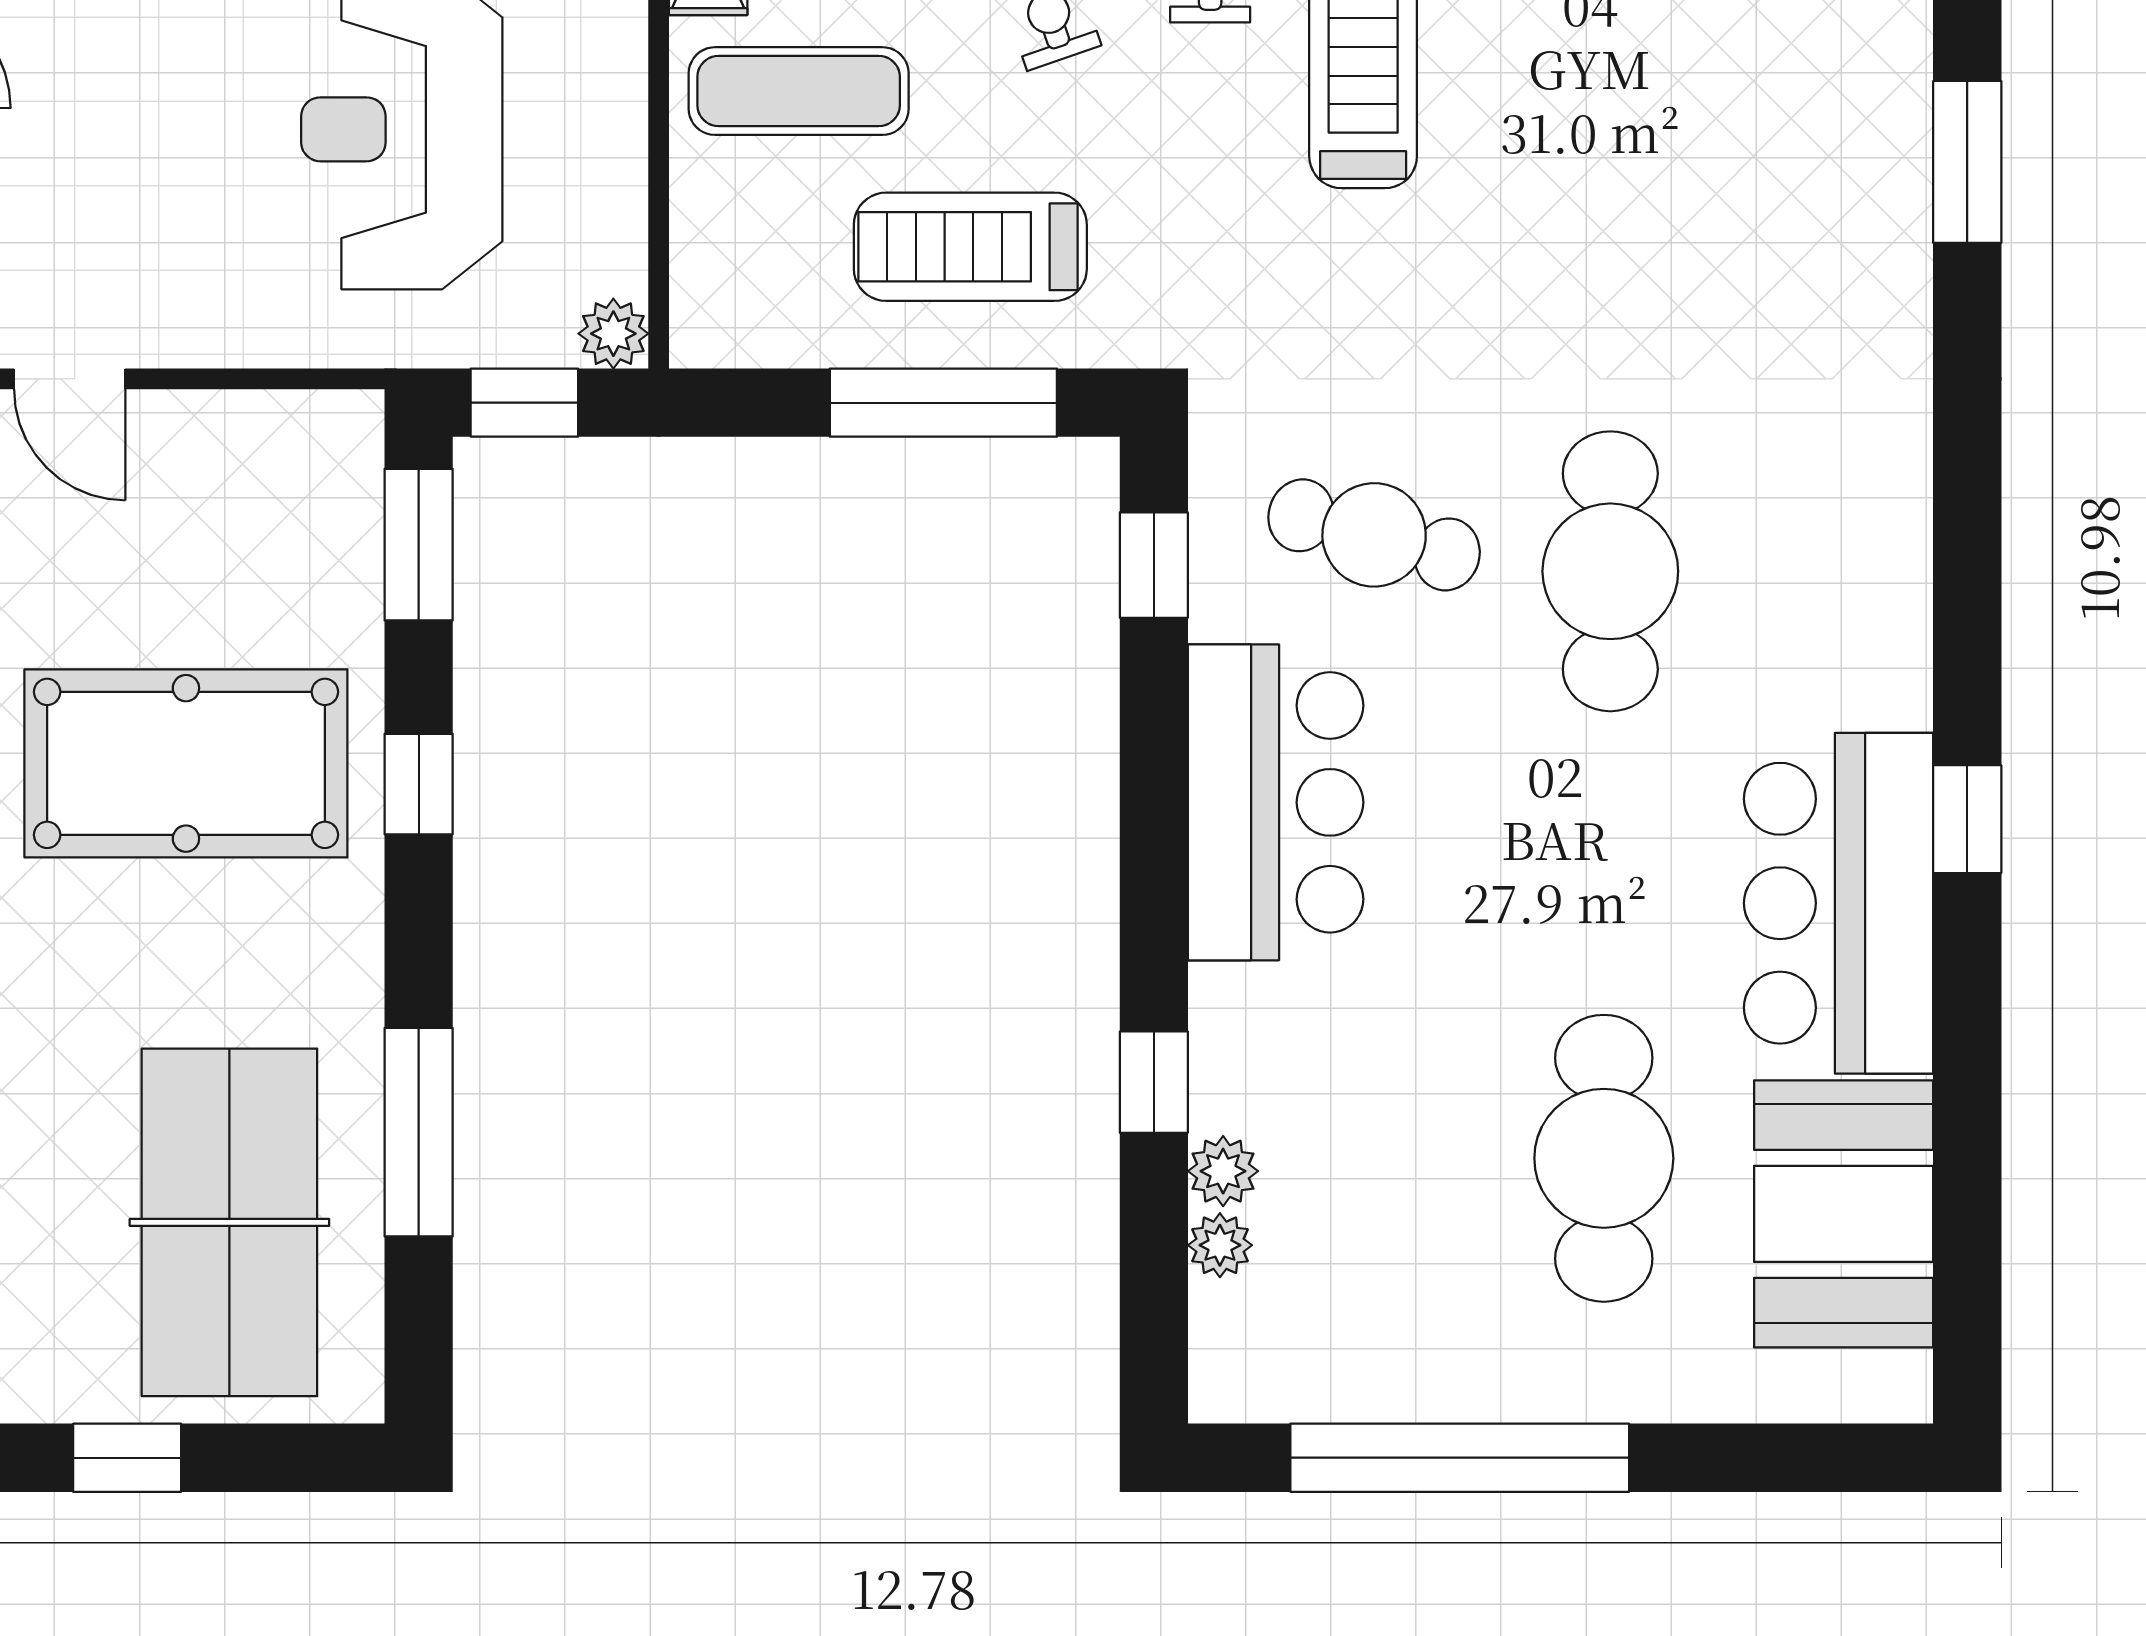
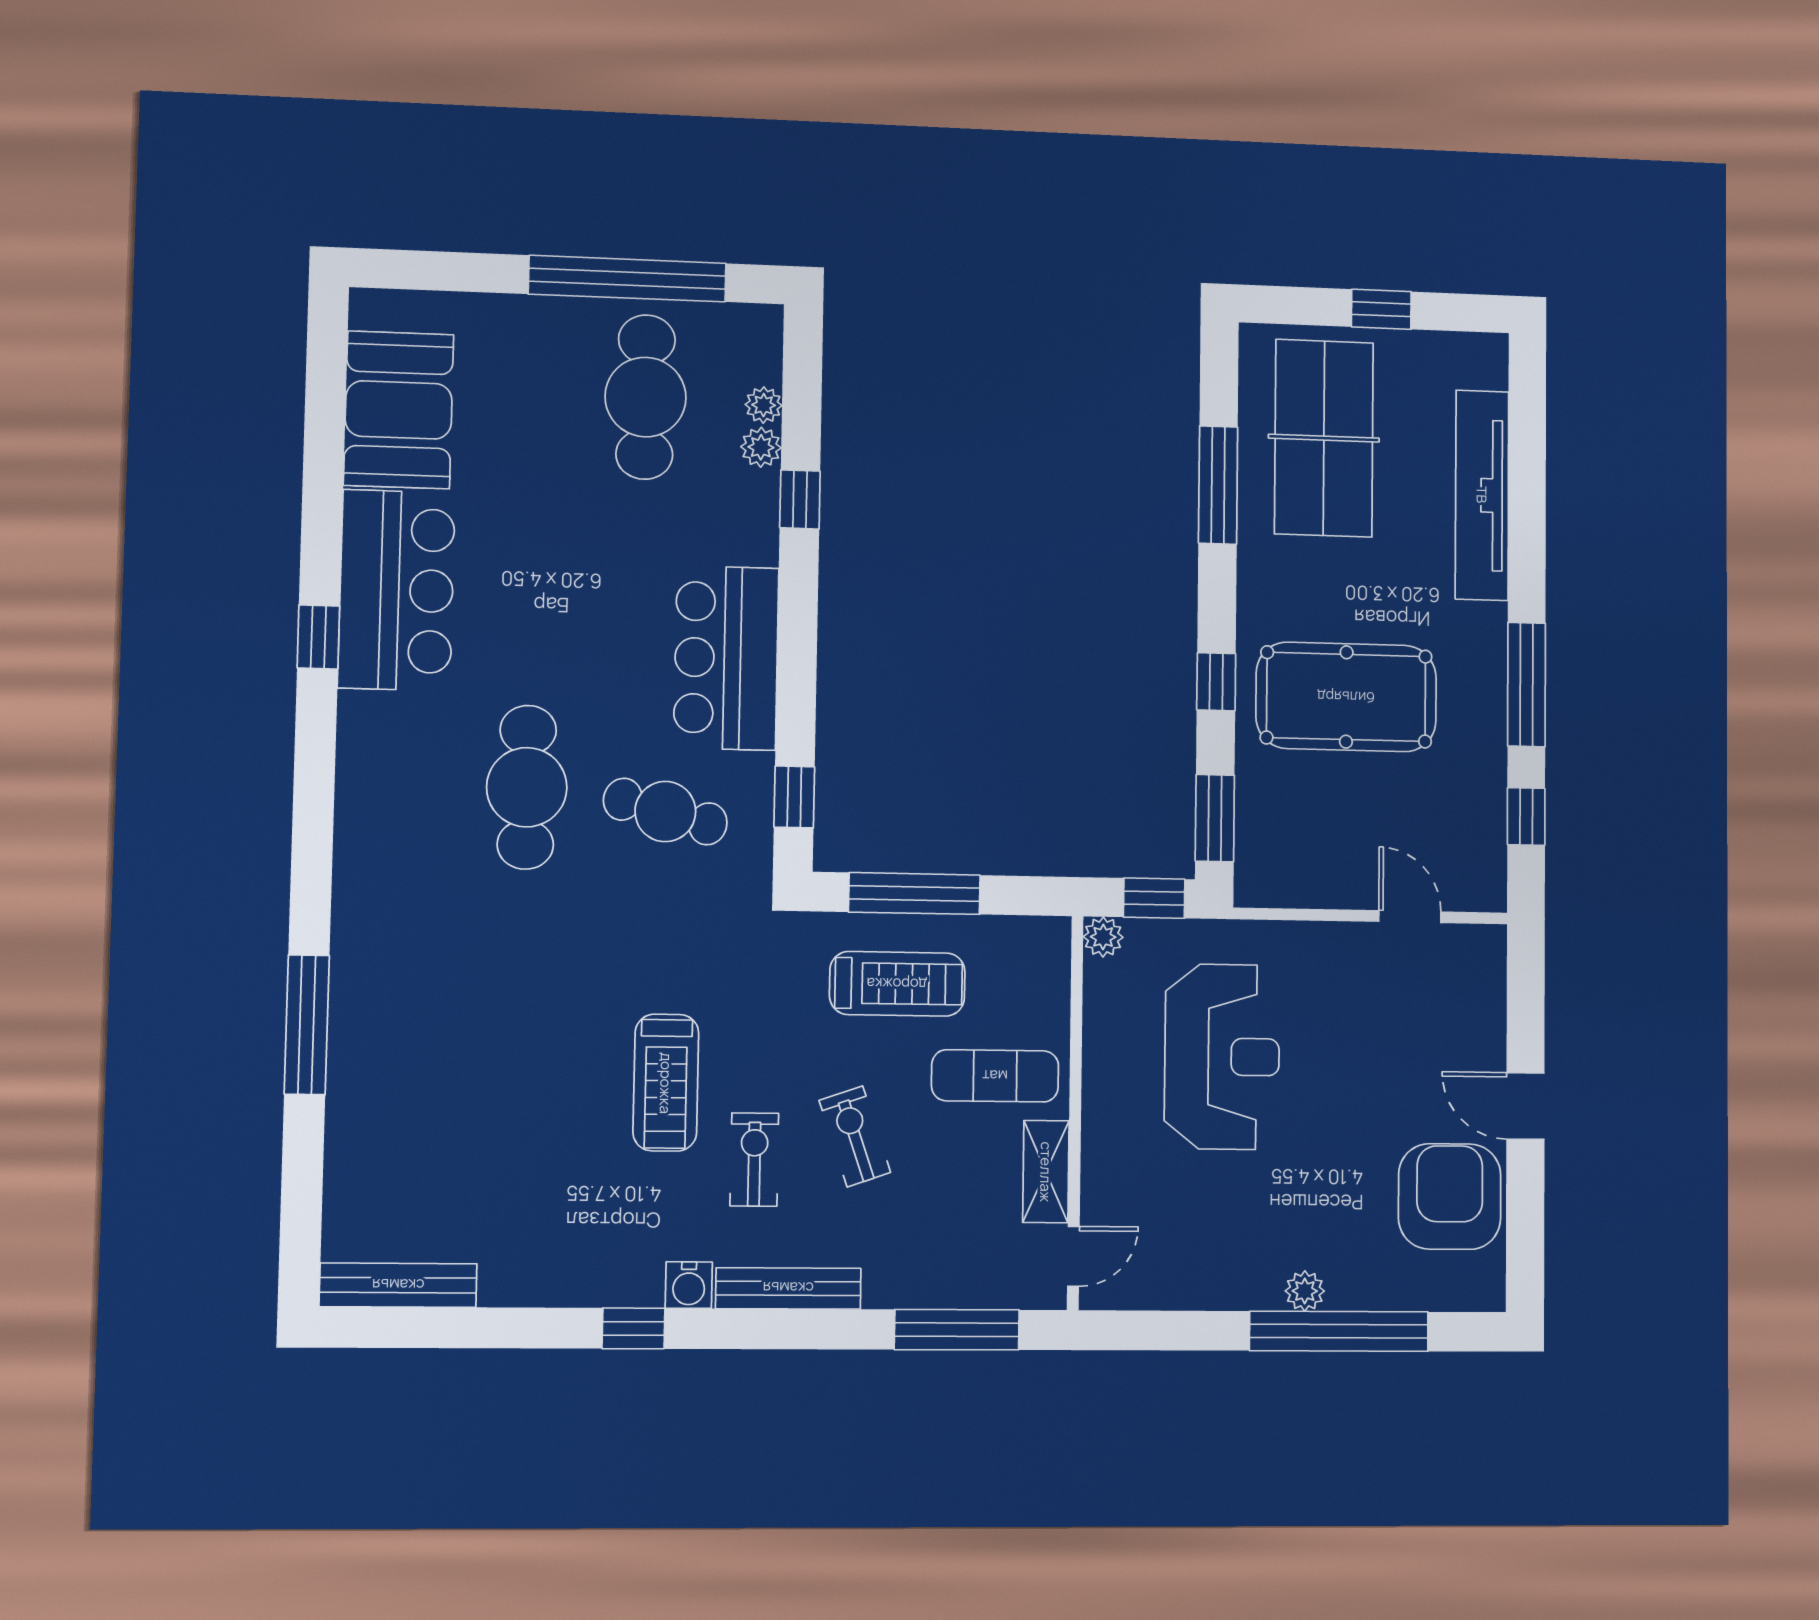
window: (1967, 162) -> (307, 1025), width x1.44
cafe table: (1604, 1158) -> (646, 397), moved

